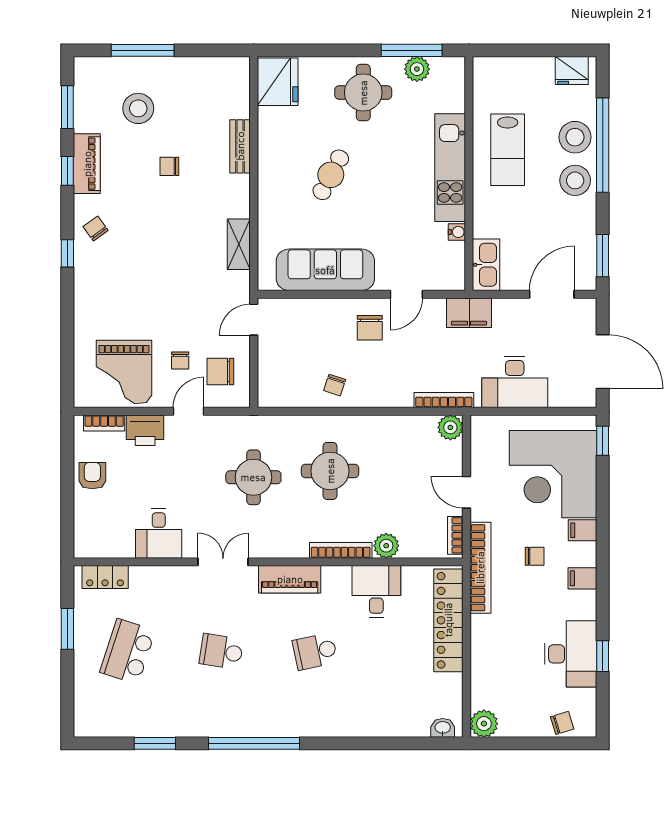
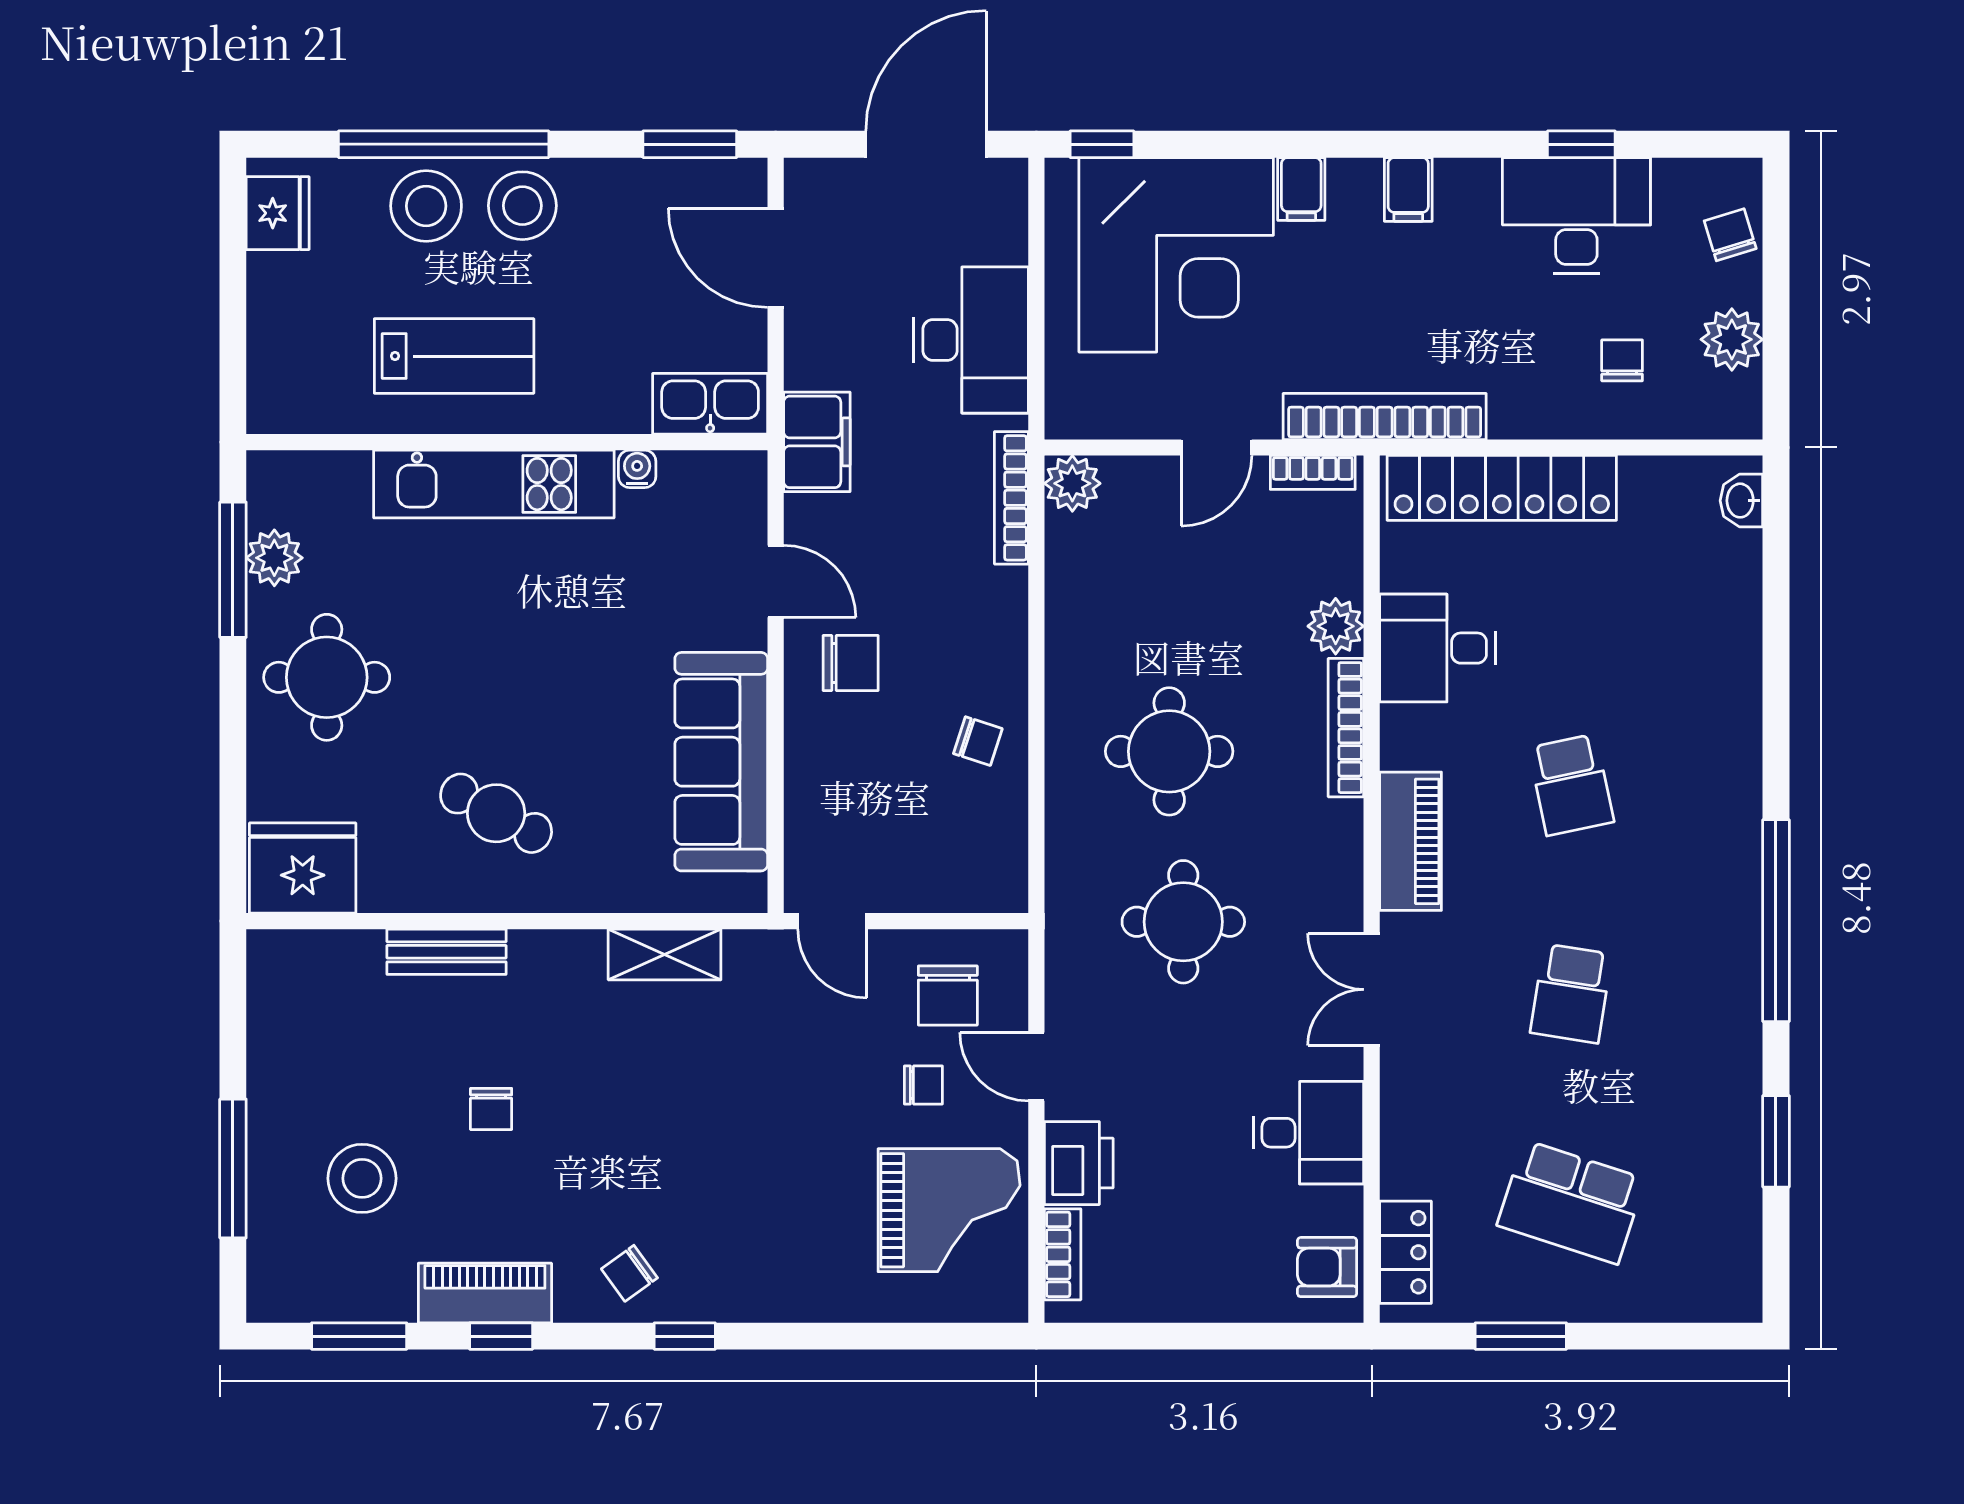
cafe table: (331, 175) -> (496, 813), moved
armchair: (92, 476) -> (1327, 1267), moved
chair: (535, 556) -> (1622, 360), moved
plant: (484, 724) -> (1732, 339), moved

